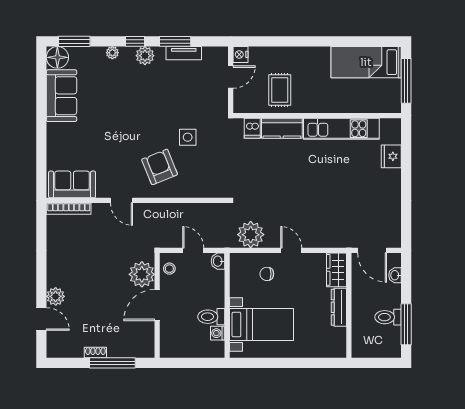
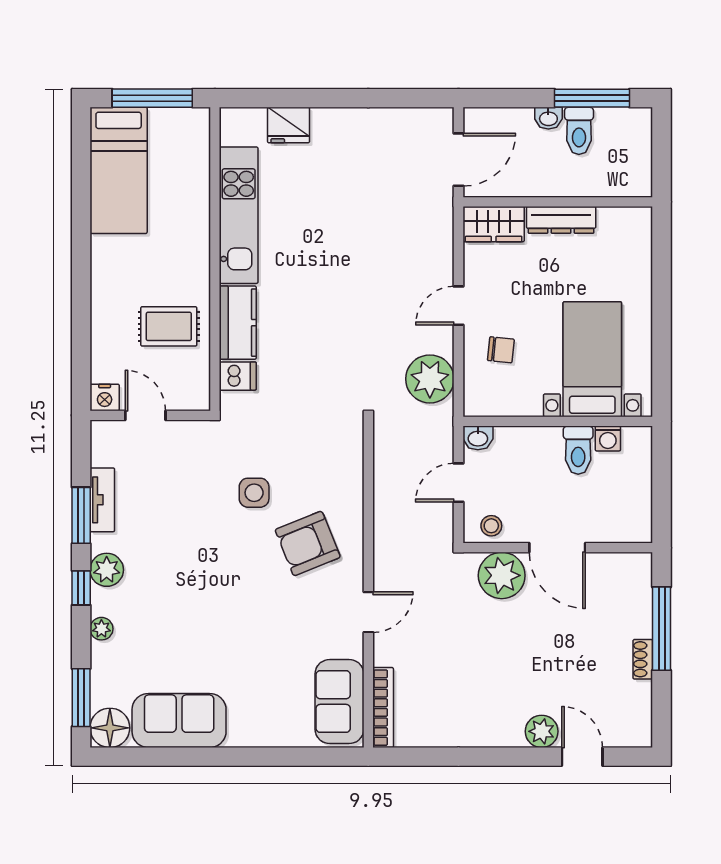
chair: (267, 274) -> (501, 350), turned -84
washbasin: (395, 275) -> (548, 118), moved
door: (41, 319) -> (582, 757), hinge flipped

